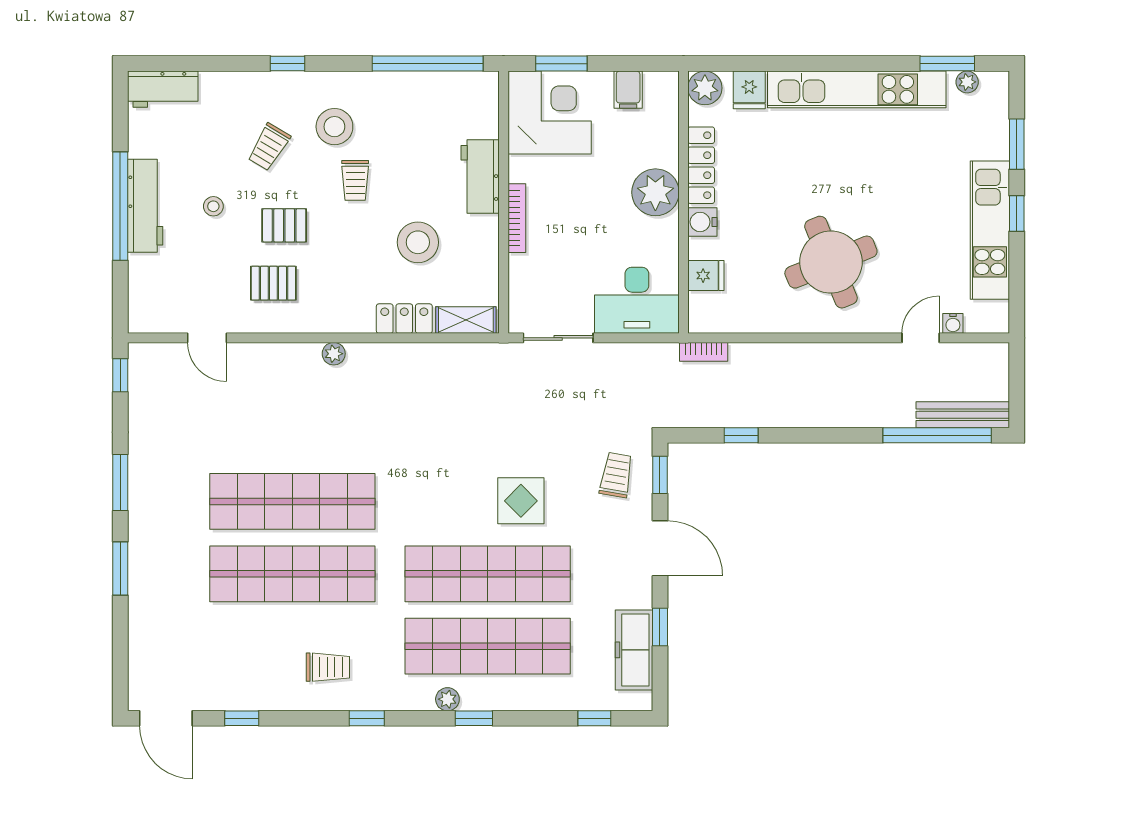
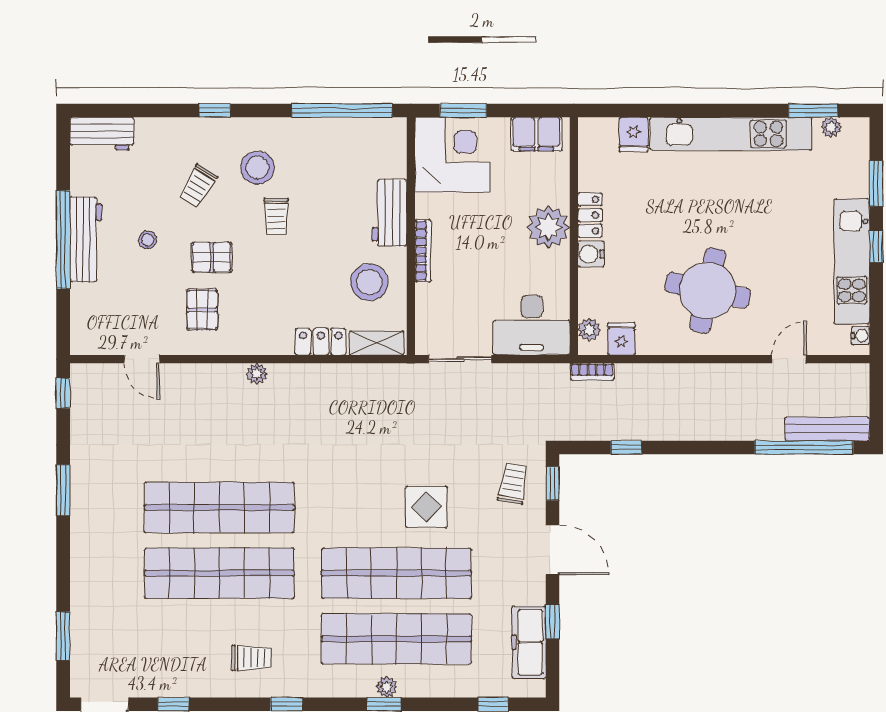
plant: (705, 88) -> (589, 330), moved, width x0.73, depth x0.73
filing cabinet: (628, 90) -> (536, 134), width x2.00
locker: (701, 165) -> (590, 215), width x0.66
stool: (418, 242) -> (369, 282), moved
round table: (831, 262) -> (708, 290), turned 34
fridge: (706, 276) -> (621, 339), moved, turned -90
pallet: (273, 283) -> (202, 310), turned 90
water cooler: (953, 323) -> (860, 336), moved, turned -90
window: (120, 569) -> (63, 636), moved
plant: (447, 699) -> (387, 687), moved

